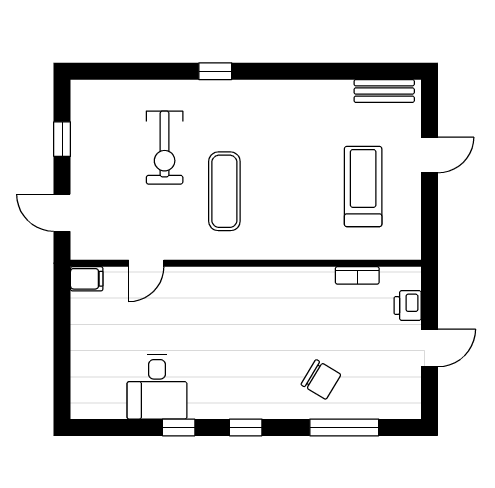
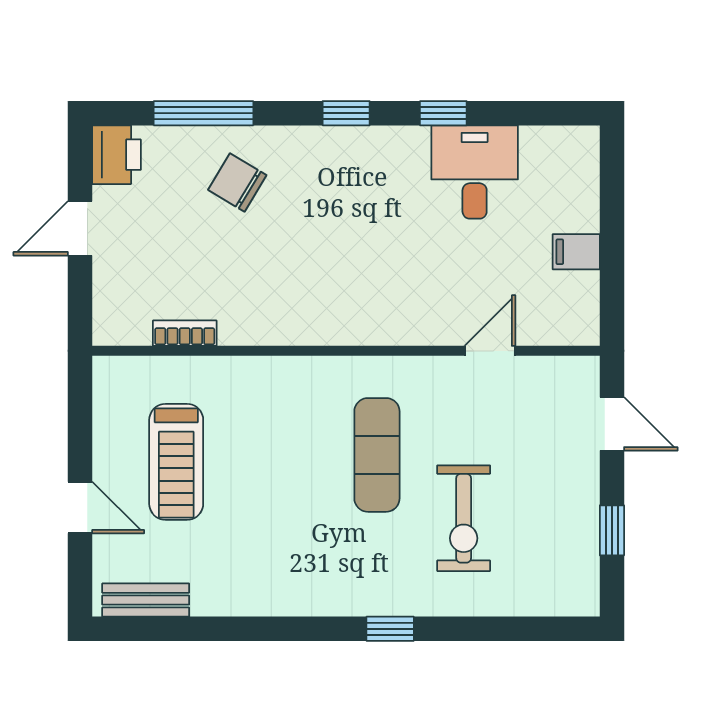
exercise bike: (165, 148) -> (464, 518), turned 180
door: (430, 155) -> (80, 507), swing flipped
filing cabinet: (87, 279) -> (576, 252), moved
printer: (408, 306) -> (117, 155), moved, width x1.36, depth x1.24

